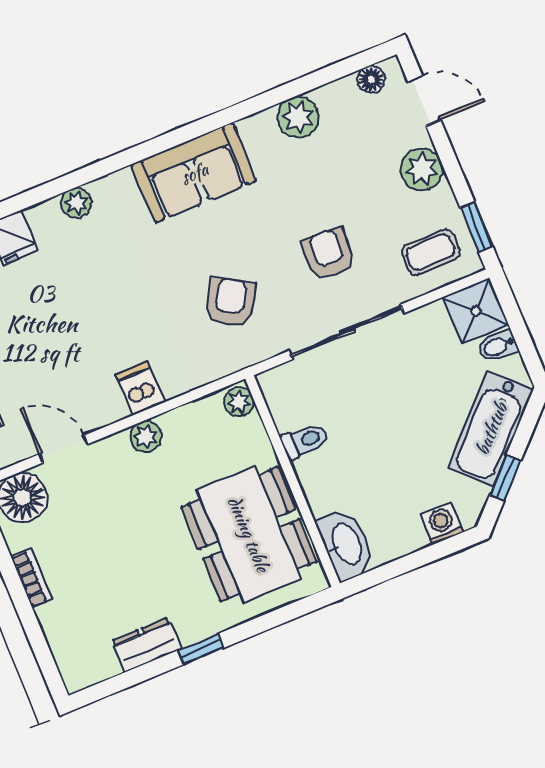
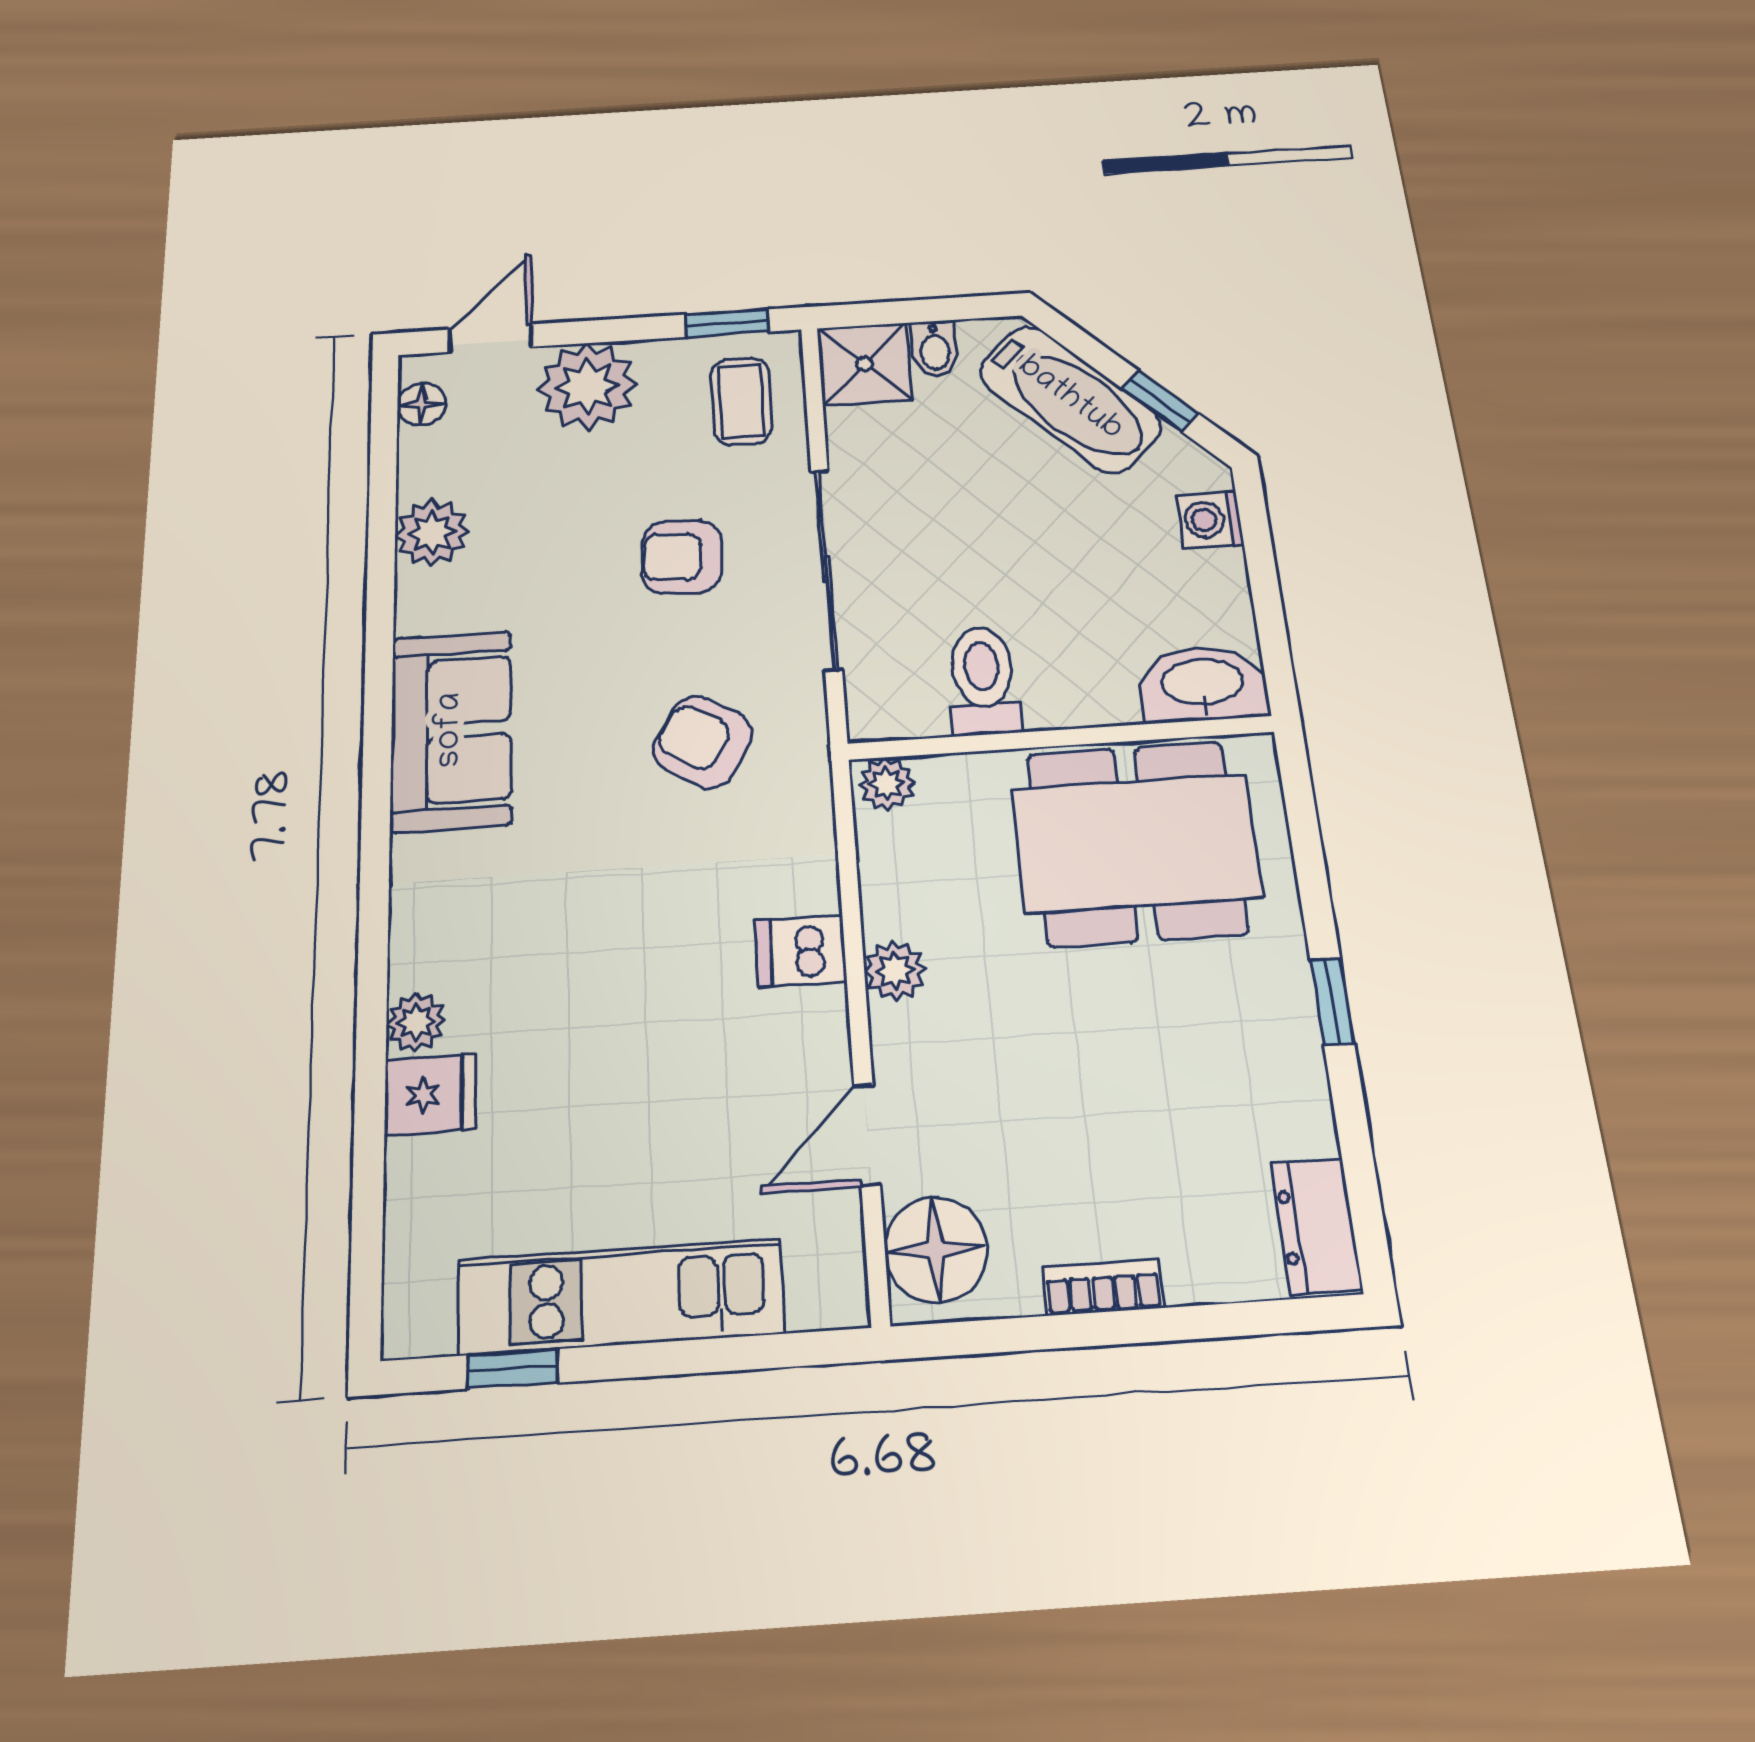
plant: (422, 169) -> (587, 386), width x1.36, depth x1.36
plant: (76, 203) -> (416, 1022), moved
toilet: (305, 441) -> (983, 681), width x1.37, depth x1.39
dresser: (146, 645) -> (1316, 1226), moved

